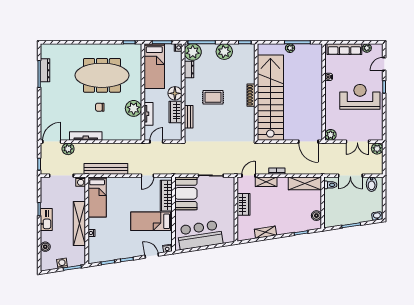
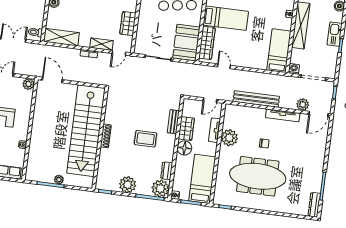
dresser: (45, 70) -> (314, 205), moved
bench: (106, 169) -> (256, 99), moved
door: (147, 176) -> (224, 66), hinge flipped

